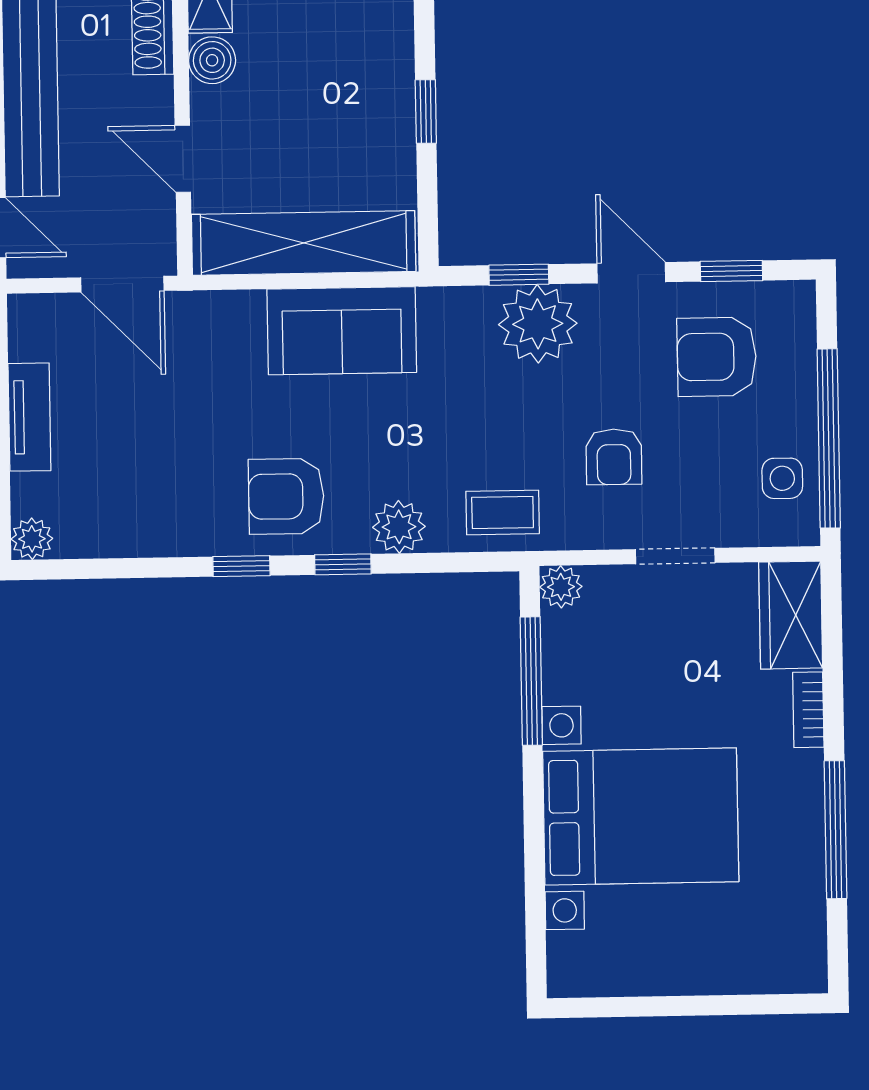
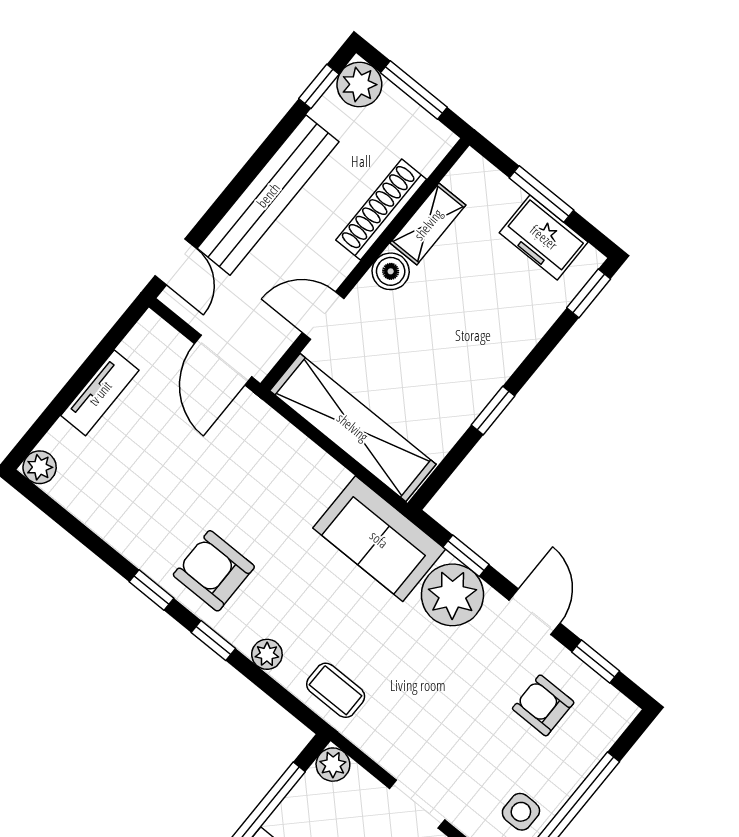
door: (183, 159) -> (323, 316), hinge flipped
sofa: (342, 331) -> (379, 539), moved
armchair: (717, 357) -> (543, 705), width x0.72, depth x0.72
armchair: (614, 457) -> (431, 713), removed
plant: (399, 527) -> (267, 654), width x0.73, depth x0.73

